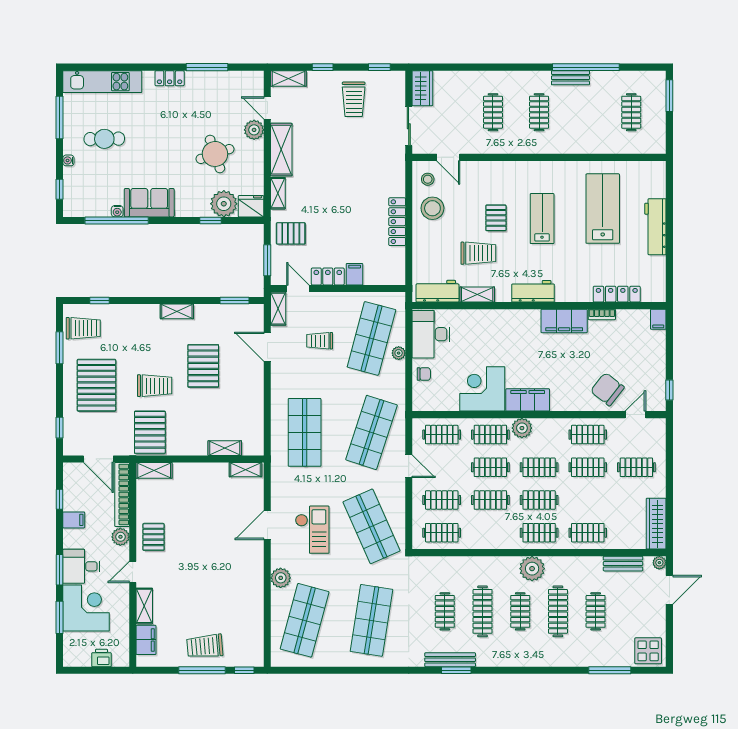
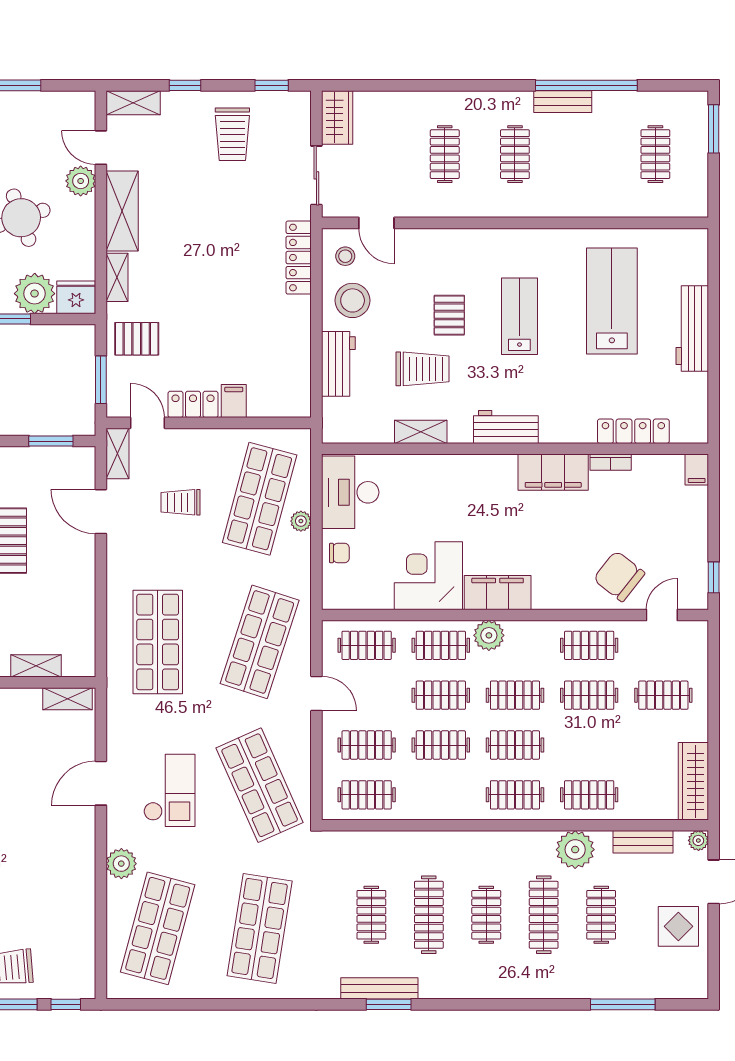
locker: (397, 222) -> (299, 258), moved
workbench: (437, 291) -> (338, 364), moved, turned 90
plant: (532, 569) -> (575, 850), moved
display table: (648, 651) -> (678, 926), moved

